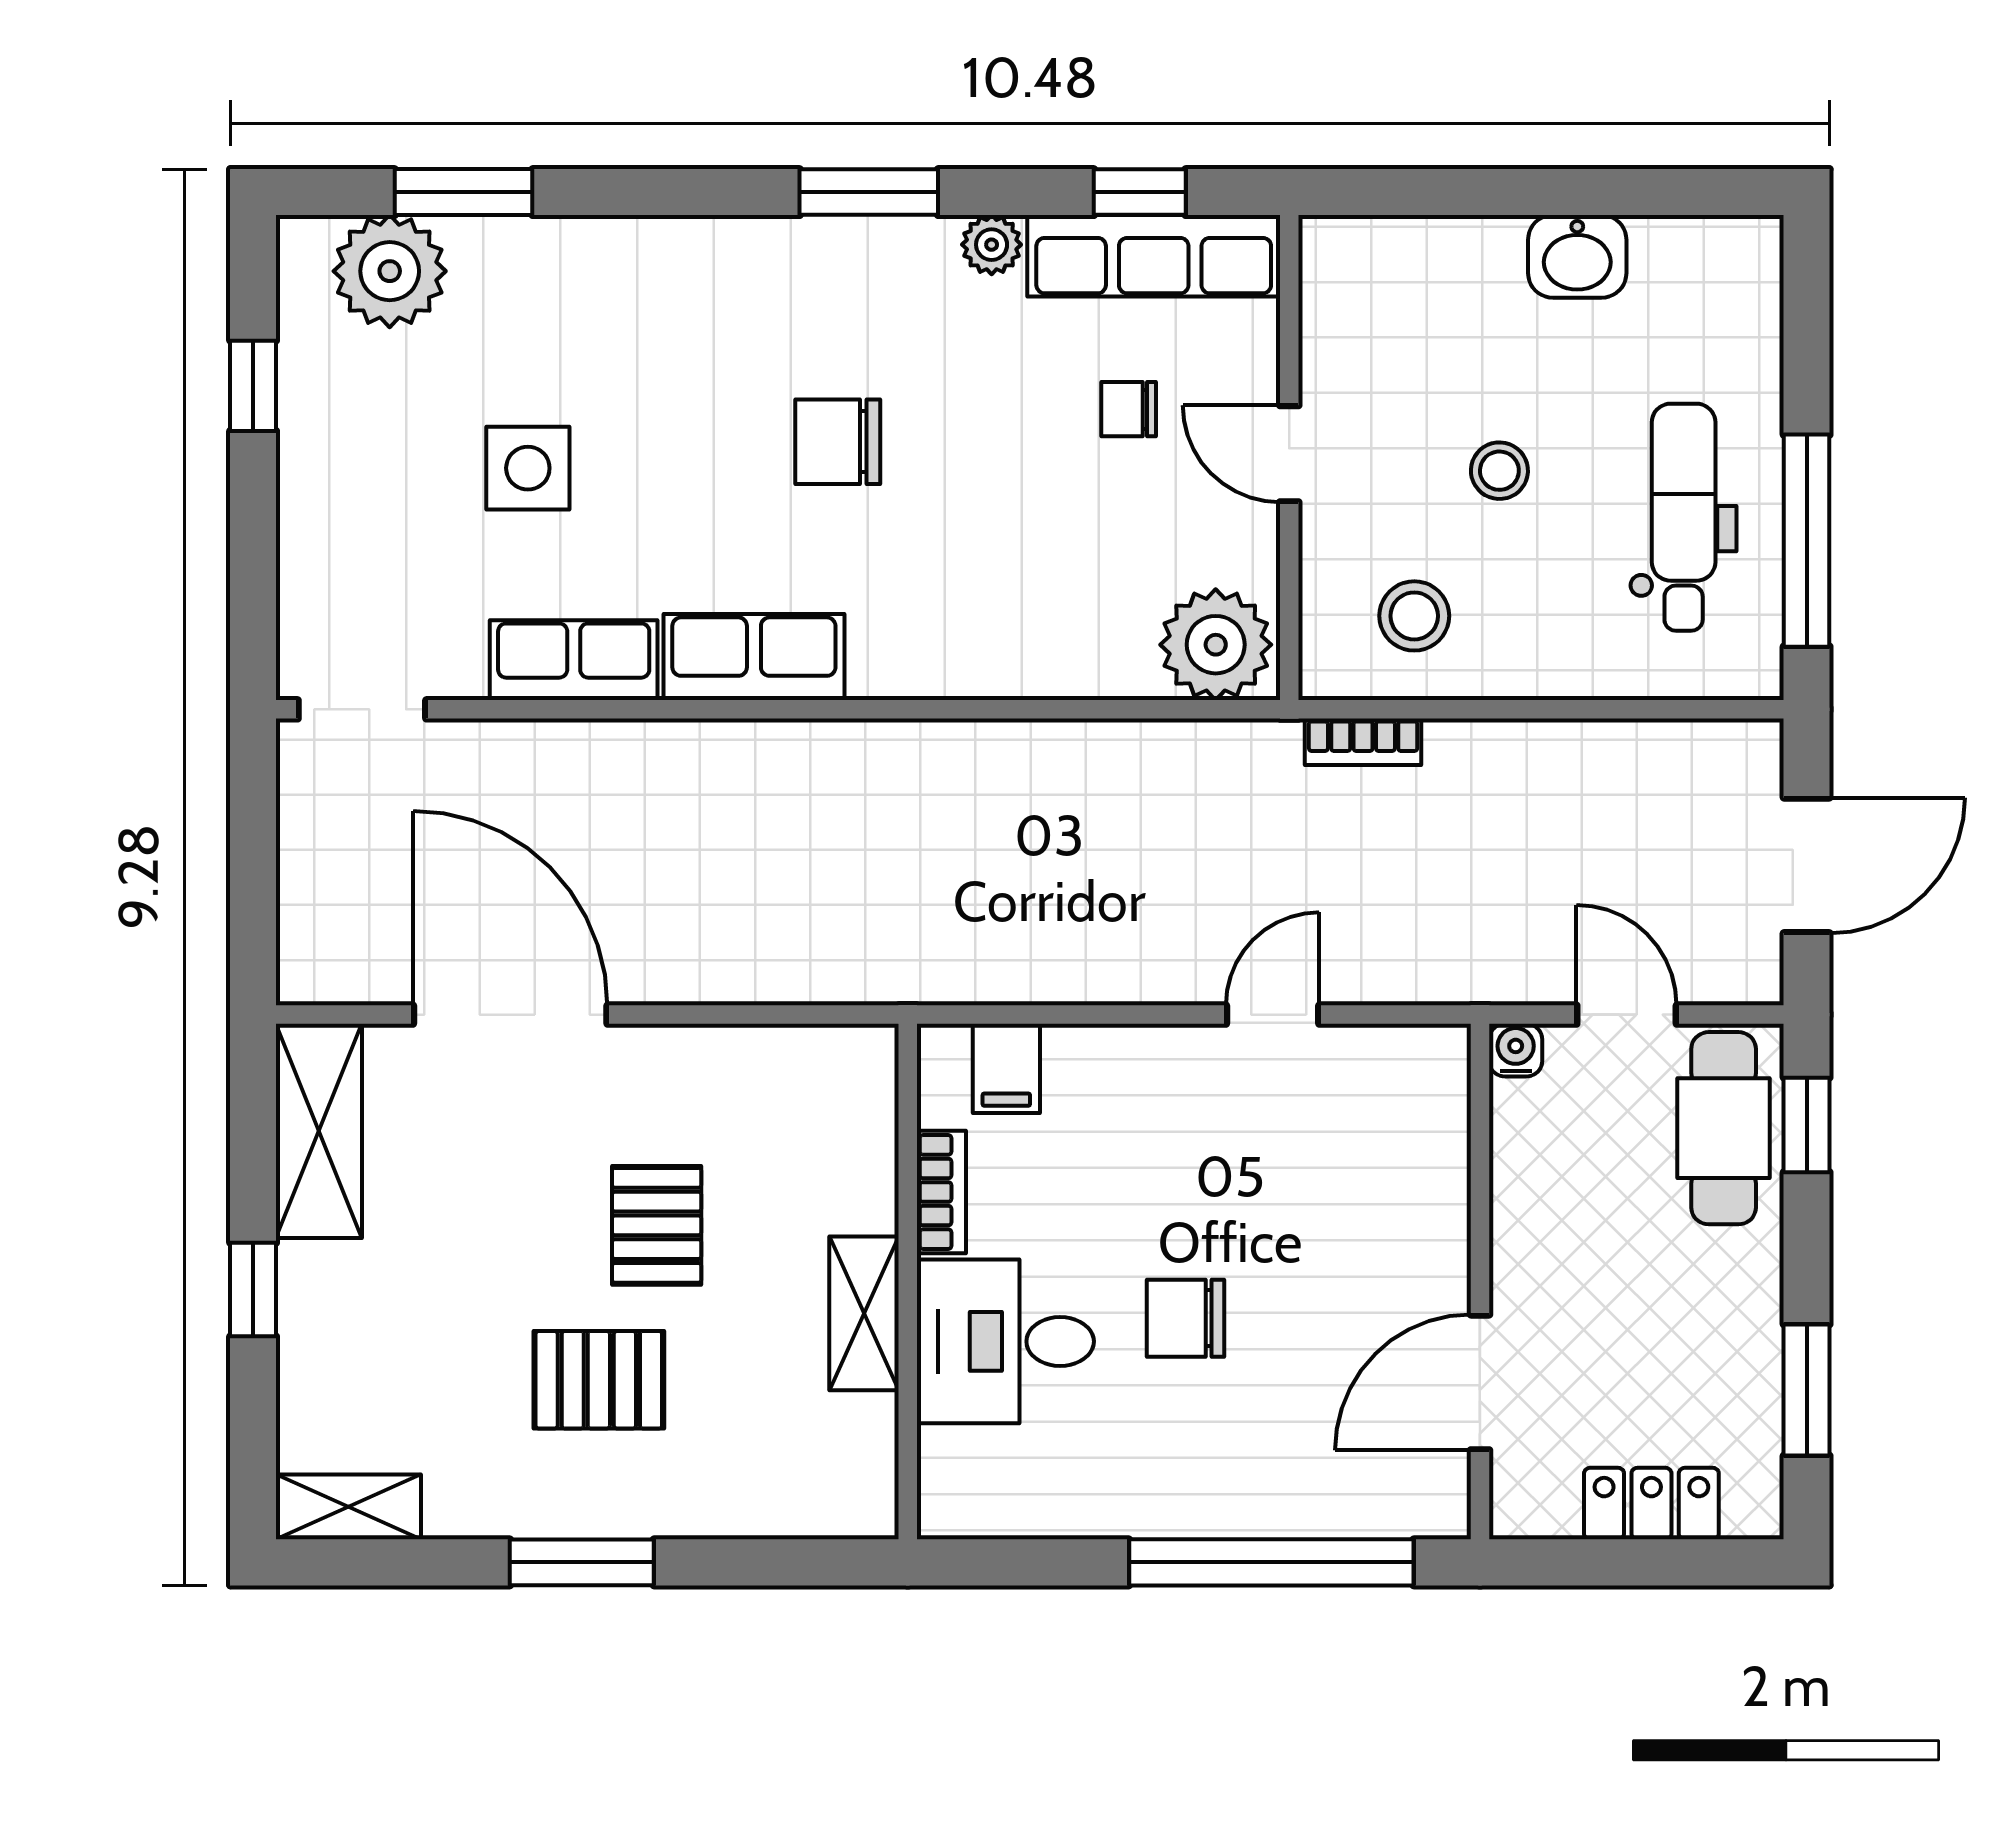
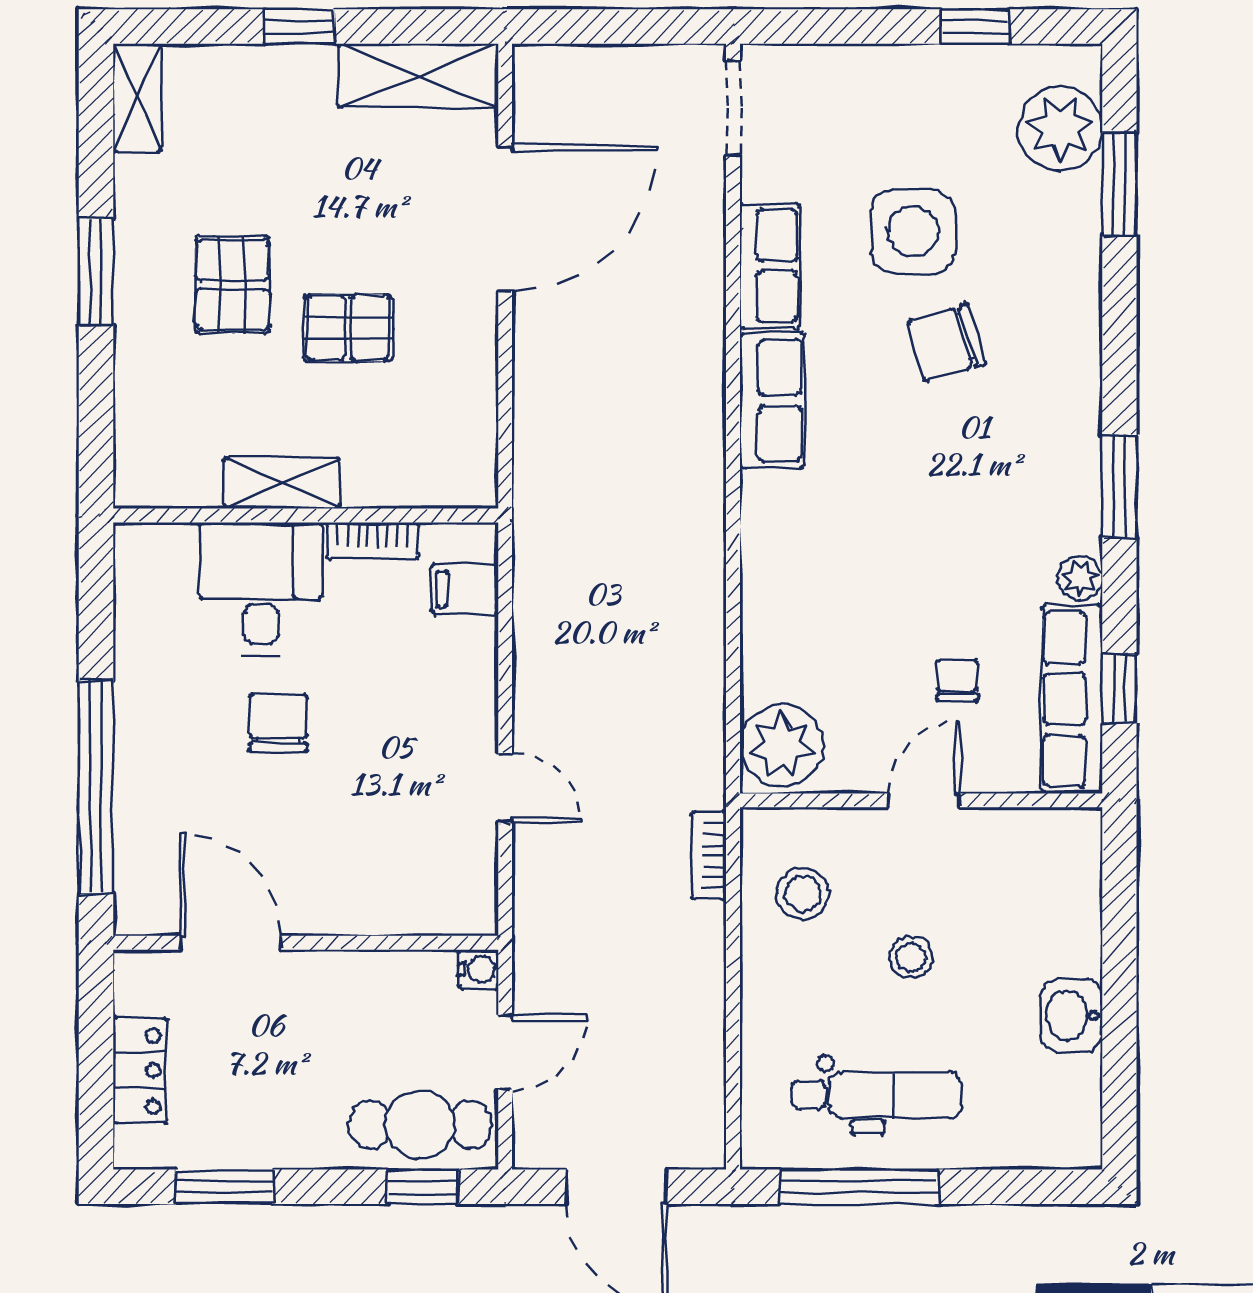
chair: (838, 442) -> (947, 343), moved, turned -106
side table: (528, 468) -> (913, 232), width x1.37, depth x1.37

